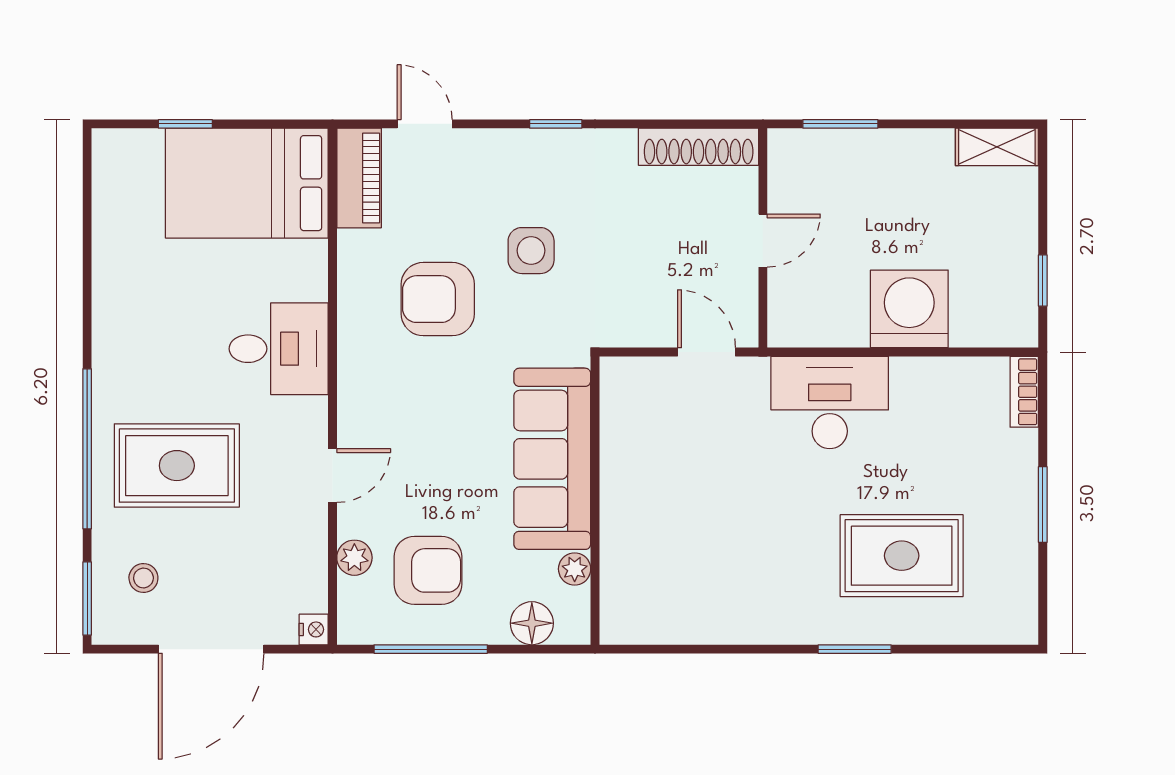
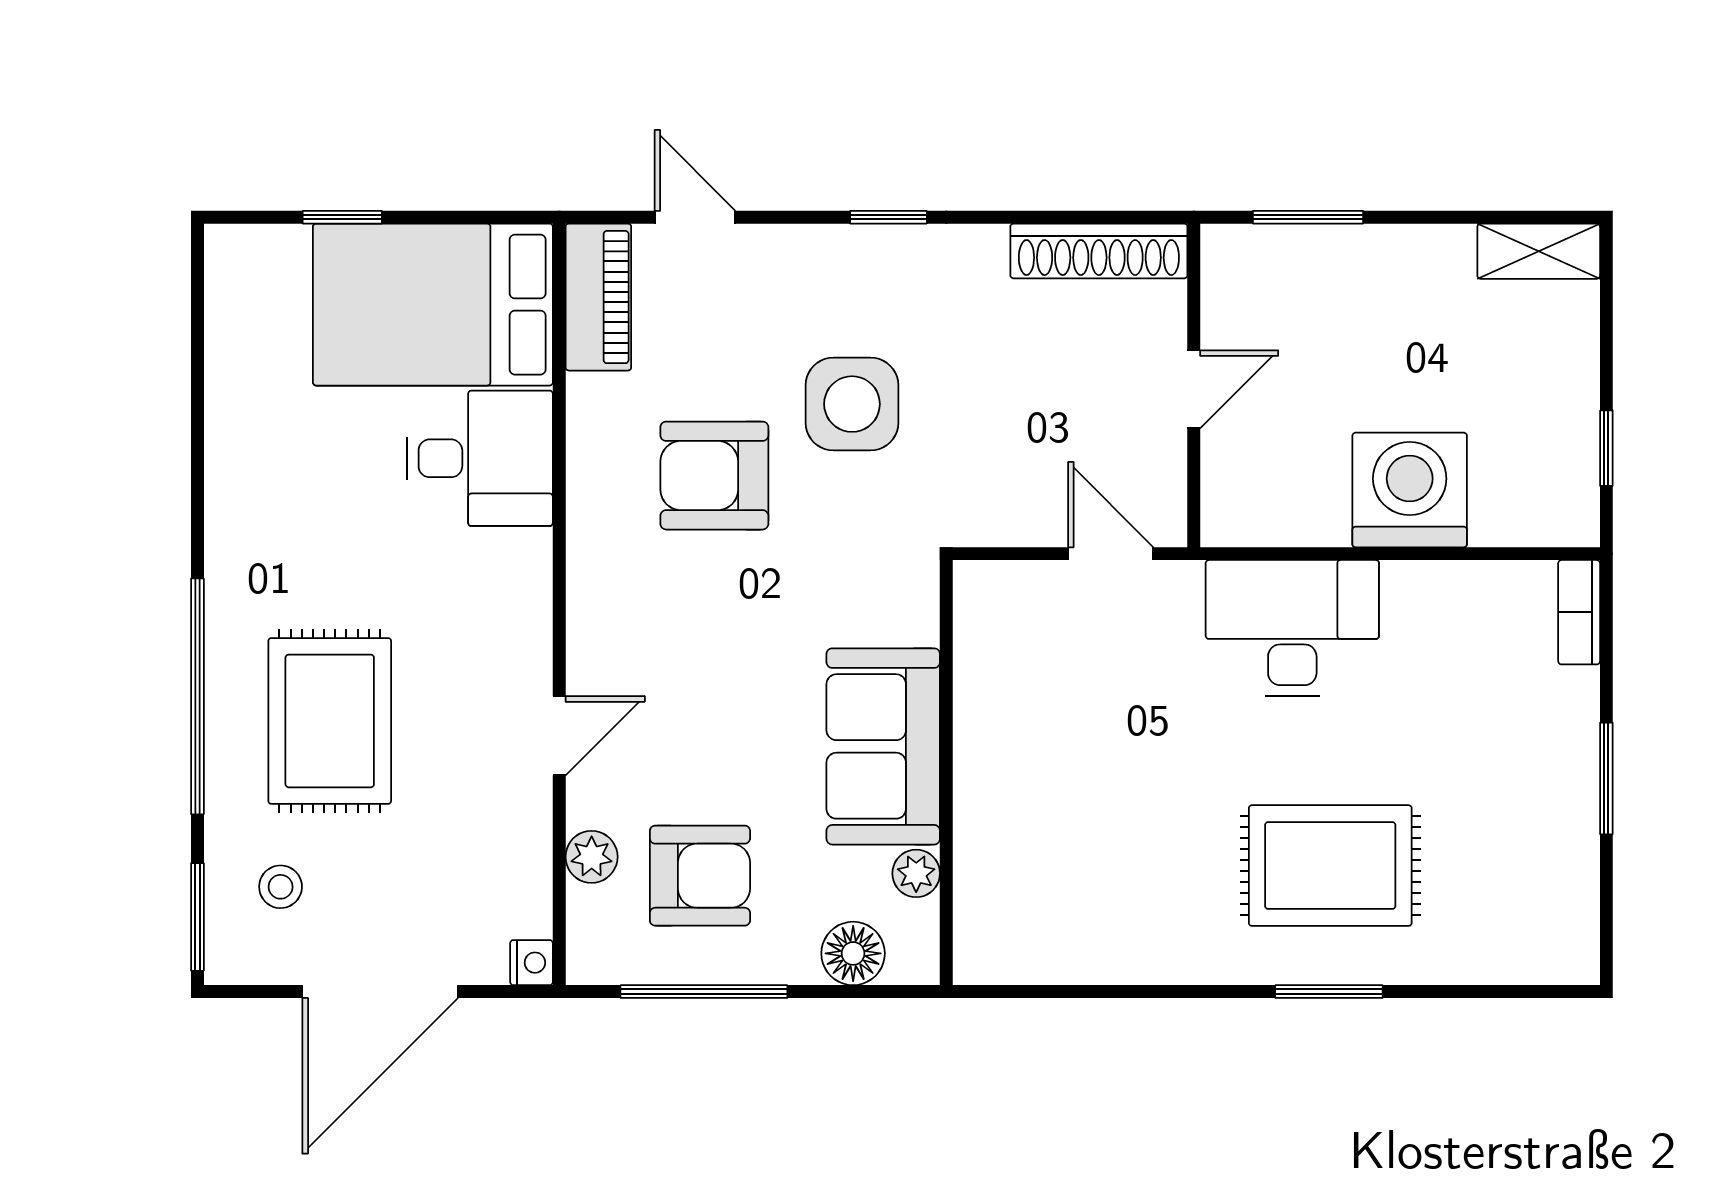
side table: (531, 251) -> (852, 404), width x1.37, depth x1.37
desk: (279, 349) -> (480, 458), moved
sofa: (552, 459) -> (883, 746), width x0.73
rug: (177, 466) -> (330, 721), turned 90
rug: (902, 556) -> (1330, 866), moved

